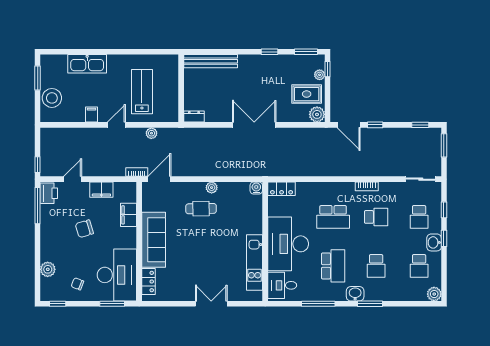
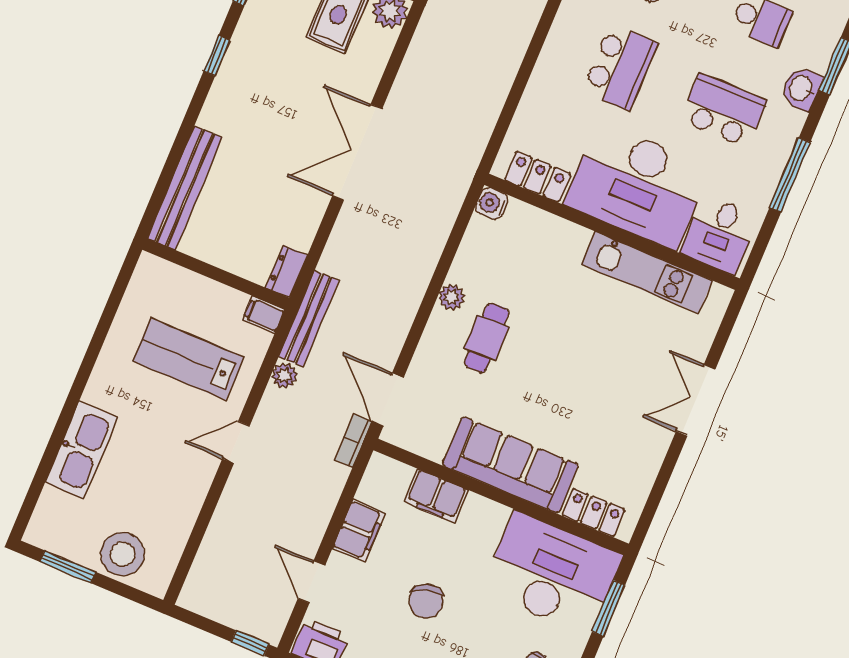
filing cabinet: (92, 115) -> (264, 315), moved
door: (116, 125) -> (236, 442), hinge flipped
bench: (179, 133) -> (309, 319), added
locker: (282, 189) -> (537, 177), moved, turned -90

